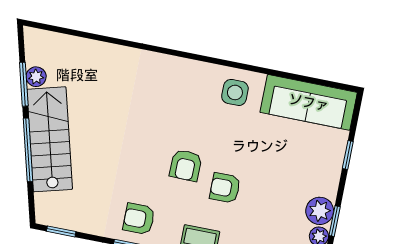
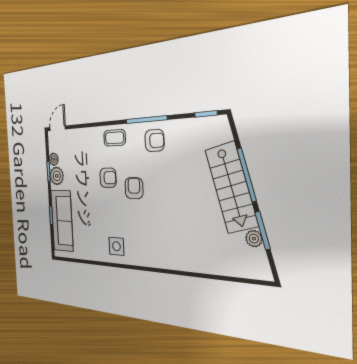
sofa: (309, 102) -> (62, 221), moved, turned 90

